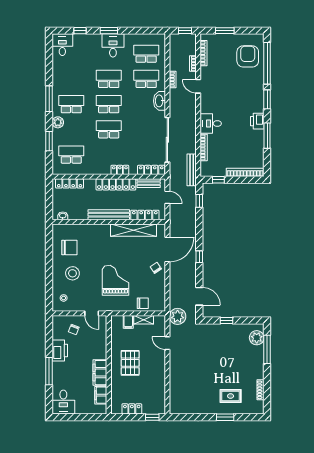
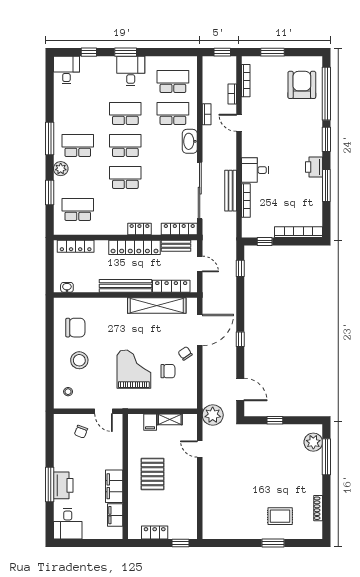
bench: (192, 170) -> (231, 191), moved
chair: (143, 303) -> (168, 371), moved
printer: (60, 351) -> (63, 485), moved

